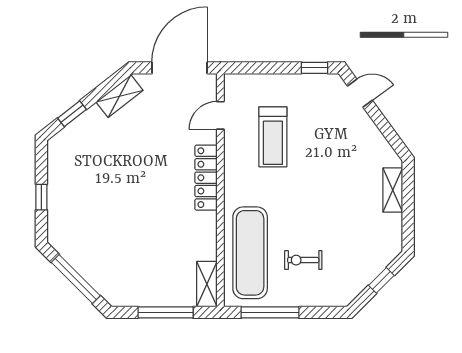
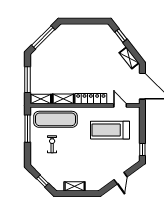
door: (360, 93) -> (121, 178), moved
treadmill: (273, 137) -> (110, 130), width x1.37, depth x1.38
shelving: (393, 190) -> (75, 186), moved
window: (41, 197) -> (82, 21), removed
shelving: (207, 236) -> (63, 99), added

